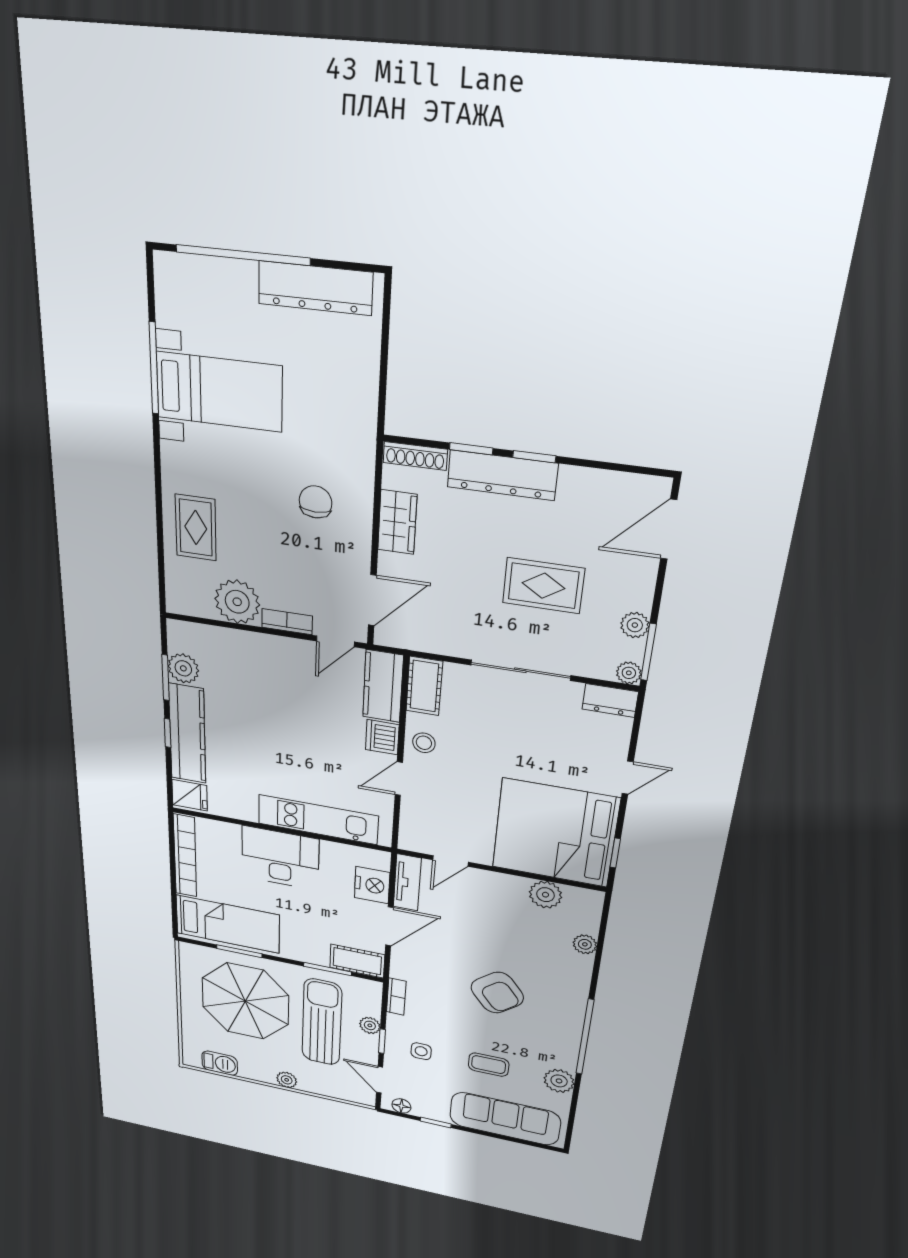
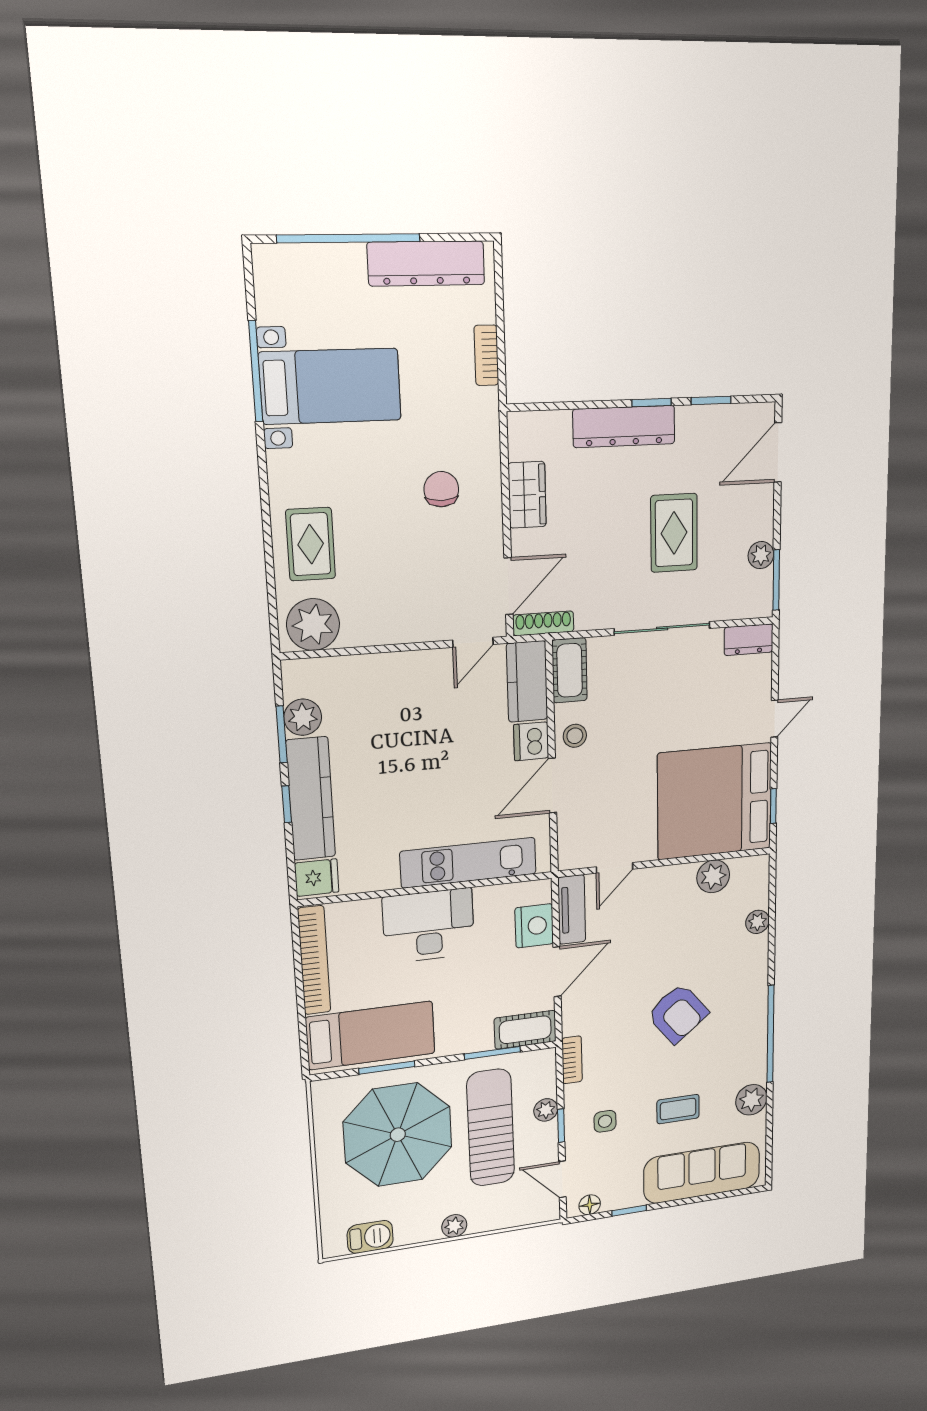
window: (471, 449) -> (711, 400), moved
shoe rack: (415, 456) -> (543, 623), moved, turned 180
rug: (543, 586) -> (674, 533), turned 90
plant: (237, 602) -> (313, 625), moved
bookcase: (287, 622) -> (486, 355), moved, turned -90
plant: (629, 673) -> (762, 606), removed
door: (399, 779) -> (552, 786), width x1.38

